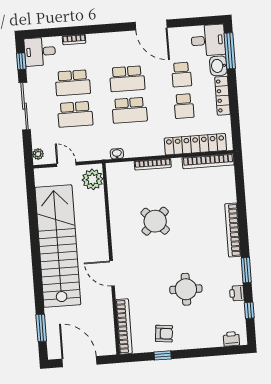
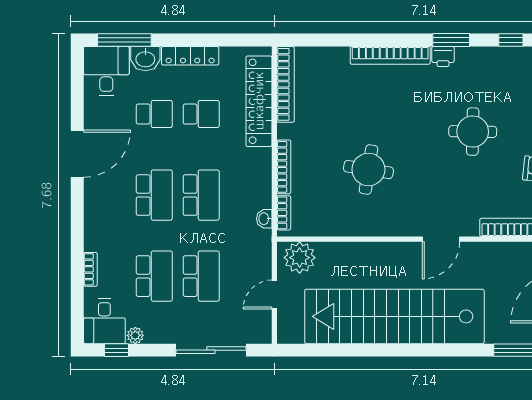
sliding door: (25, 106) -> (211, 350), moved
plant: (38, 154) -> (135, 335), moved
bookcase: (122, 167) -> (284, 213), added
round table: (155, 221) -> (368, 169), turned -37
printer: (237, 293) -> (443, 56), moved

